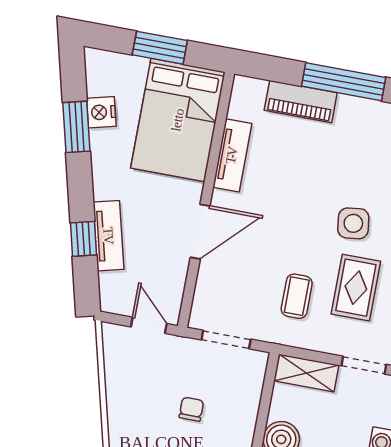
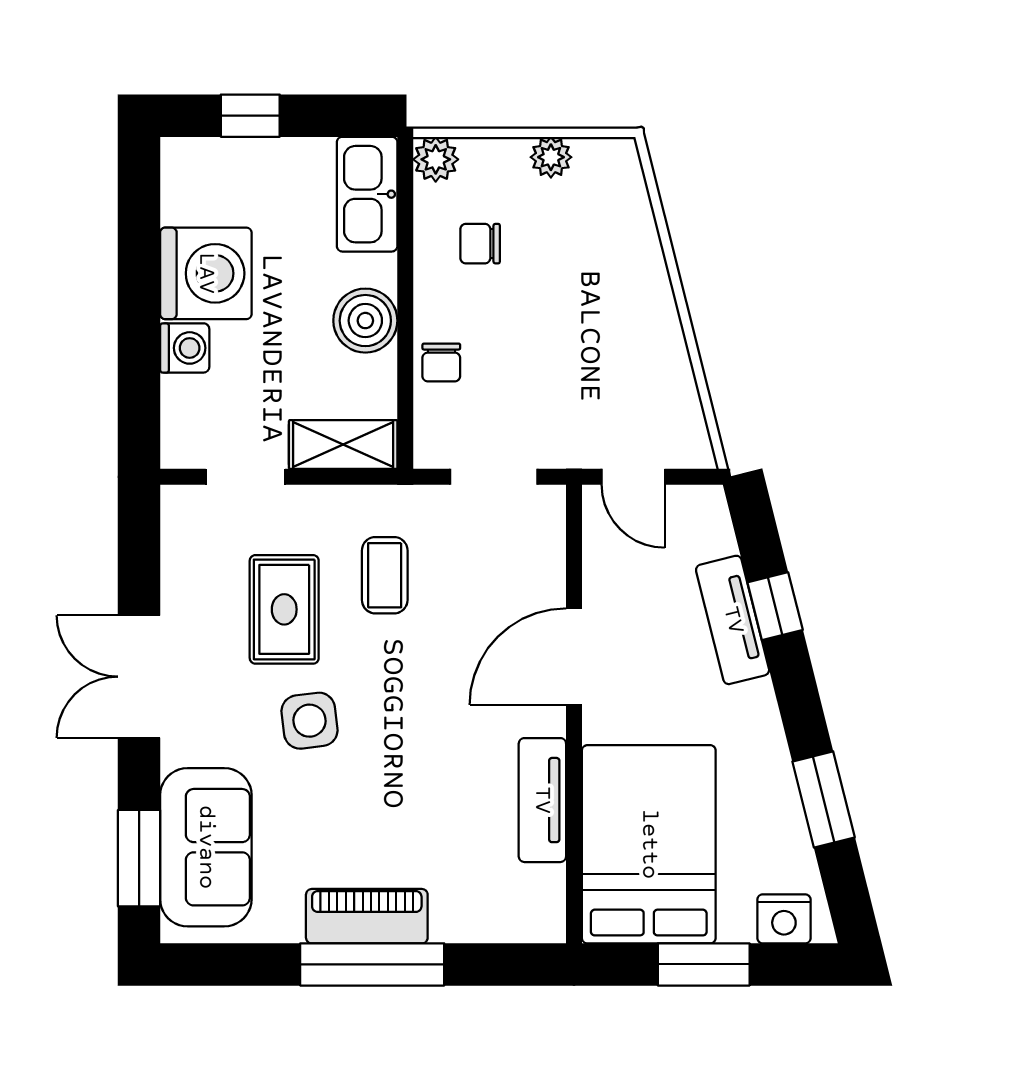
piano: (301, 101) -> (367, 916), moved
nightstand: (101, 112) -> (784, 919), moved, turned 104
chair: (191, 409) -> (441, 362), moved

